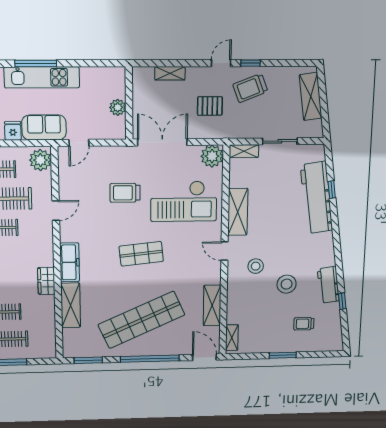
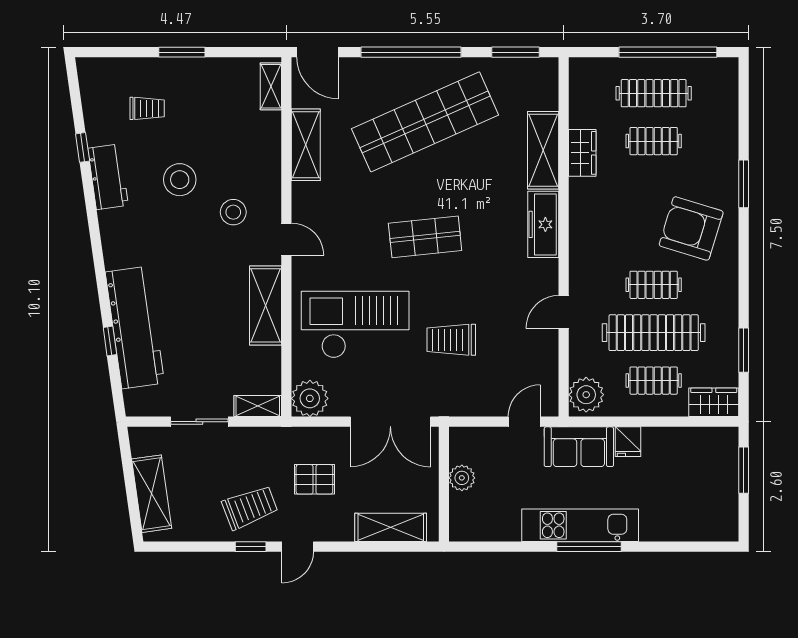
shelving: (170, 73) -> (391, 527), width x1.50, depth x1.33
trolley: (125, 193) -> (451, 340), turned 180
wardrobe: (46, 281) -> (582, 153), moved

